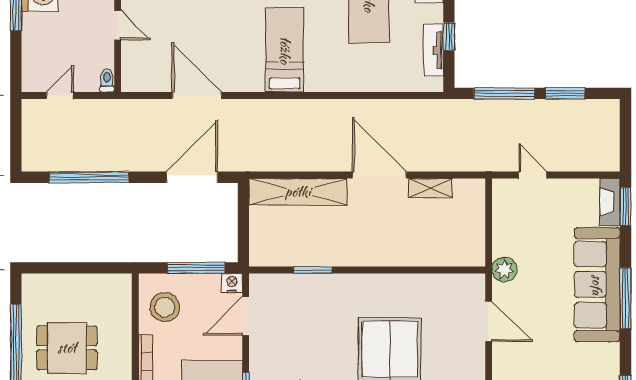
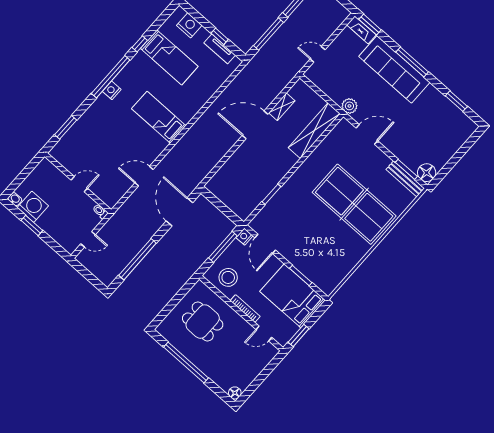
door: (60, 96) -> (88, 239), swing flipped
door: (197, 96) -> (144, 176), width x0.73
shelving: (298, 192) -> (314, 131), moved
dining table: (67, 348) -> (203, 322), moved, turned 90

